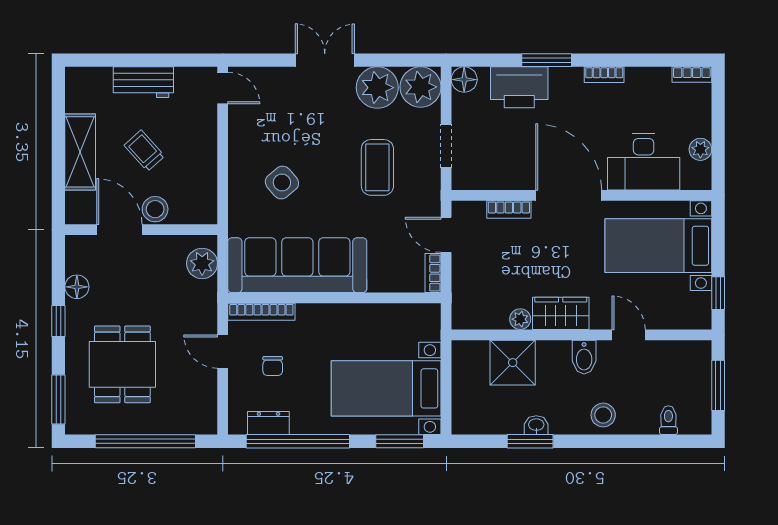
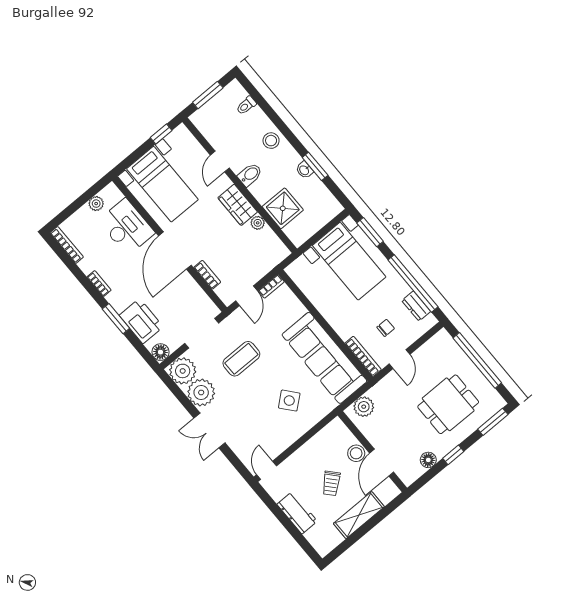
bookcase: (692, 75) -> (67, 245), width x1.56
doorway: (446, 146) -> (202, 333), width x1.38

